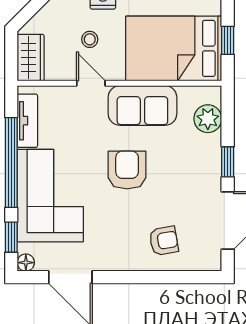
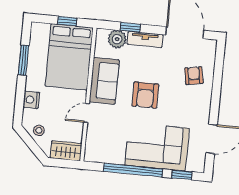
stool: (90, 39) -> (39, 130), moved
tv unit: (27, 121) -> (145, 39), moved, turned 180
window: (228, 162) -> (130, 27), moved
armchair: (127, 170) -> (145, 95), turned -90
floor lamp: (26, 263) -> (199, 167), removed

